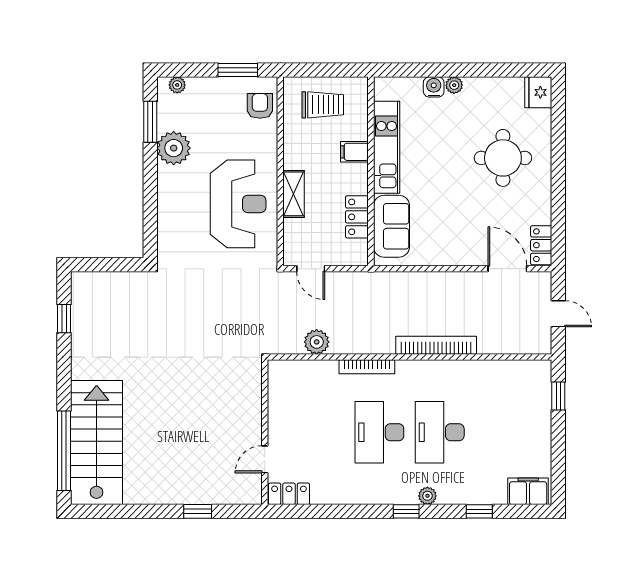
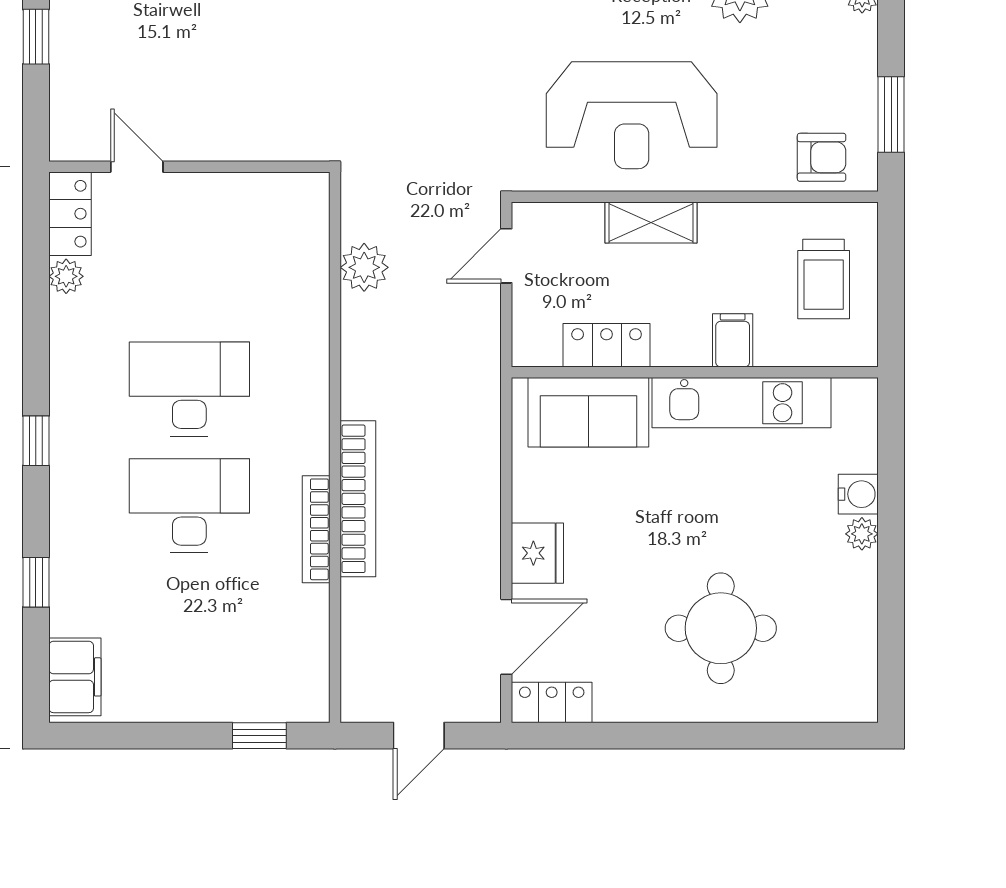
fridge: (538, 92) -> (537, 553), moved, turned 90
bookcase: (367, 367) -> (316, 529), moved
plant: (427, 496) -> (66, 276), moved

